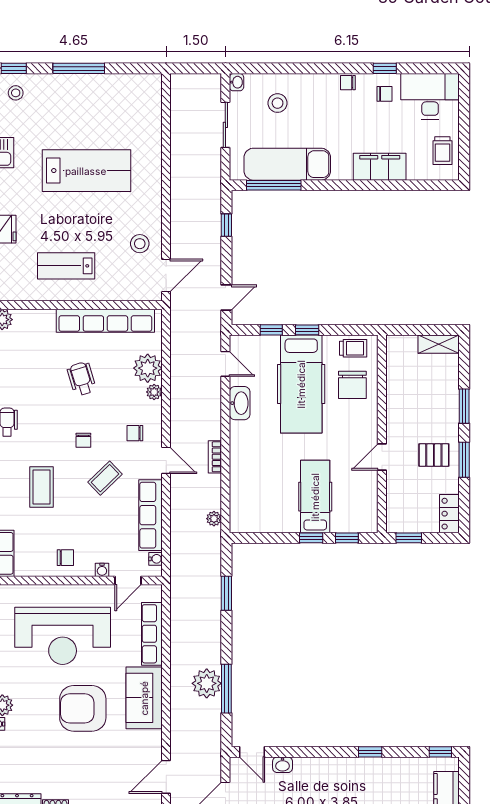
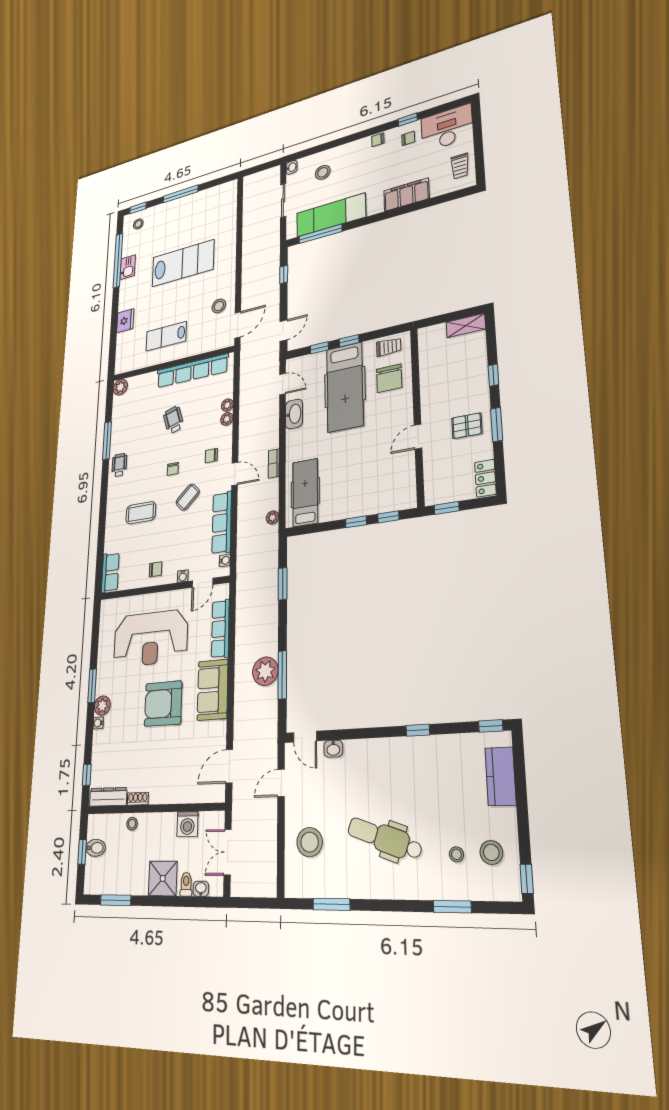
plant: (148, 368) -> (227, 405), width x0.53, depth x0.53
window: (464, 406) -> (493, 375), width x0.67
coffee table: (42, 487) -> (141, 513), turned 90
hospital bed: (315, 497) -> (305, 493), moved

